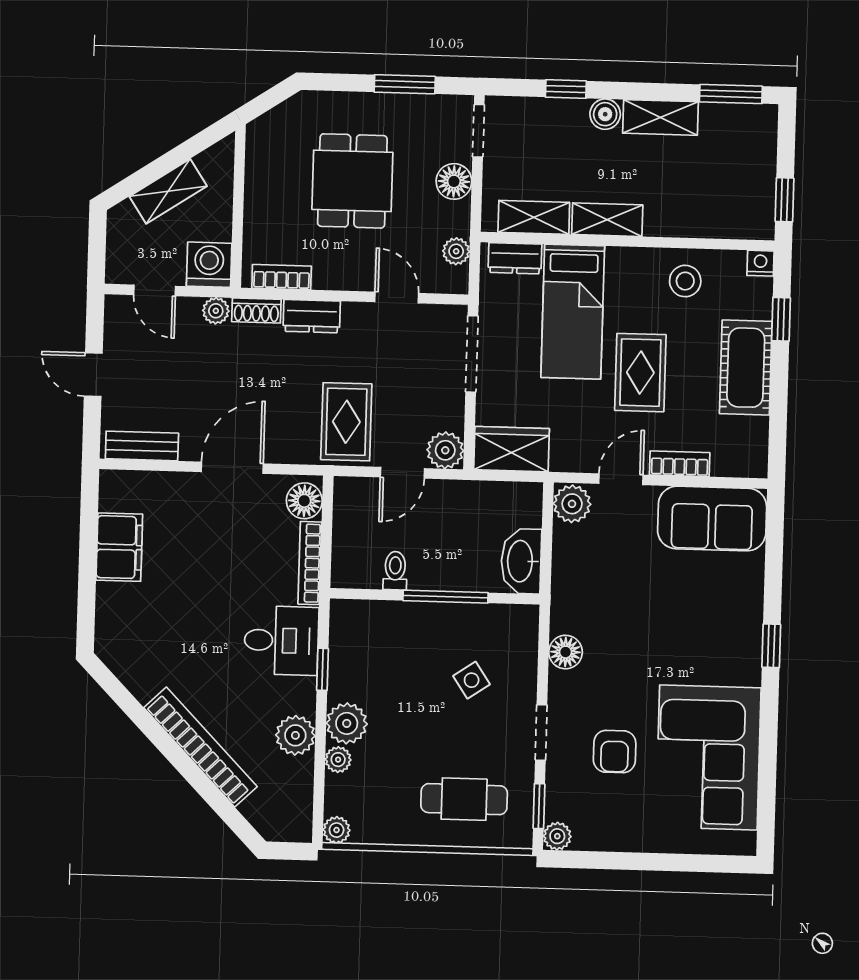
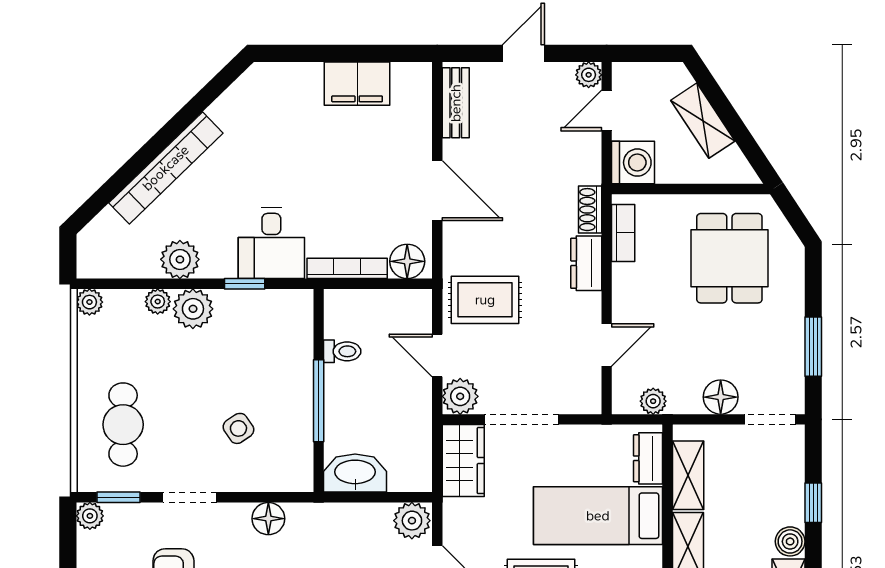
dining table: (352, 181) -> (729, 258), moved, turned 90
plant: (216, 311) -> (589, 75), moved
doorway: (472, 354) -> (522, 419), moved

